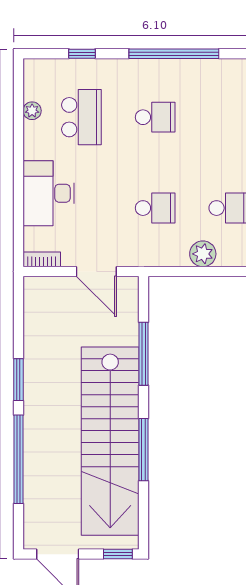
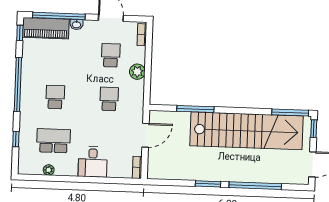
desk: (49, 193) -> (93, 162), width x0.73
window: (144, 450) -> (290, 113), moved

